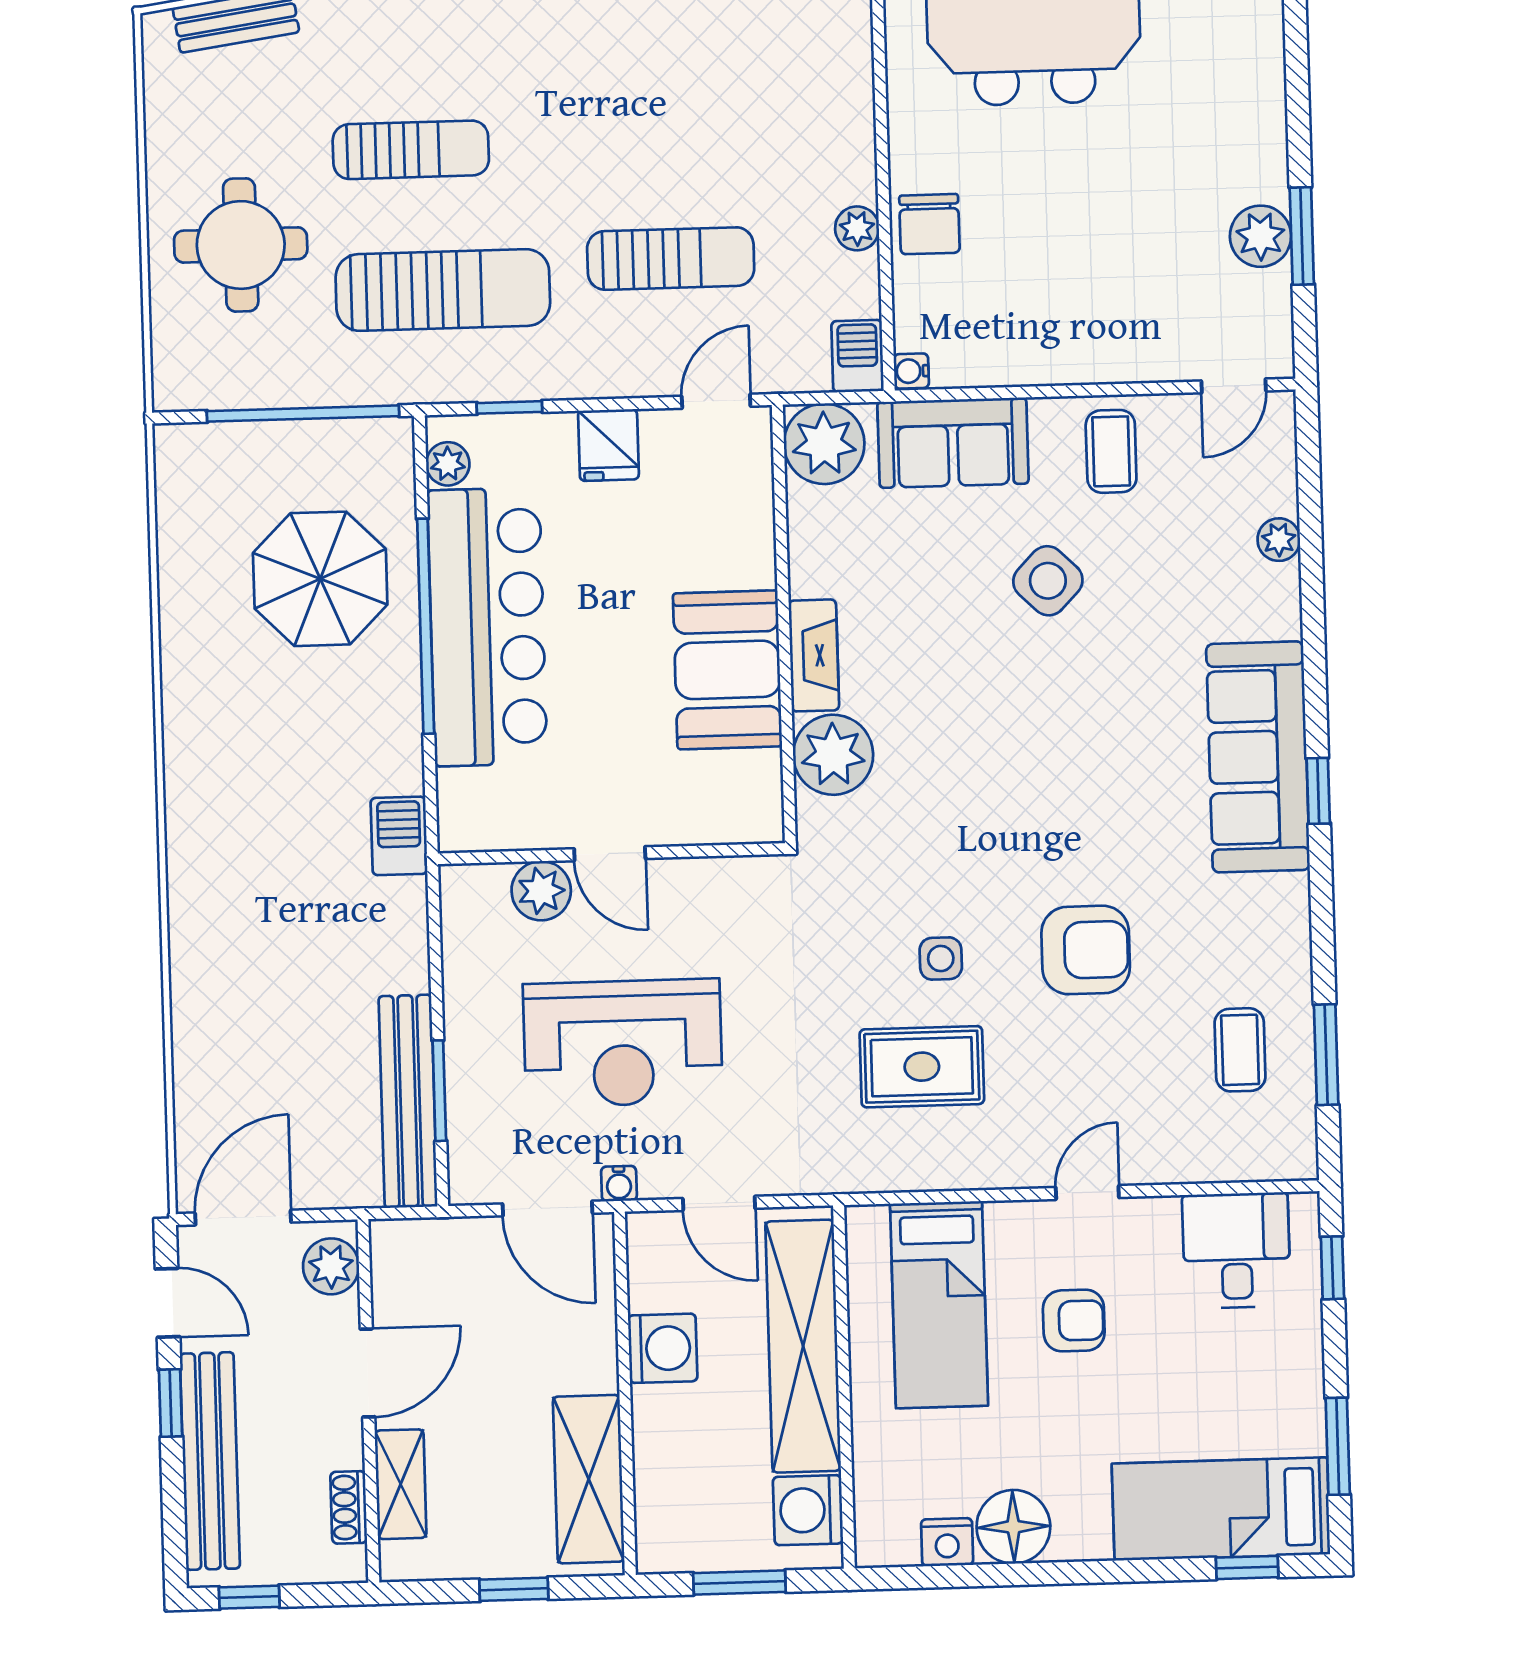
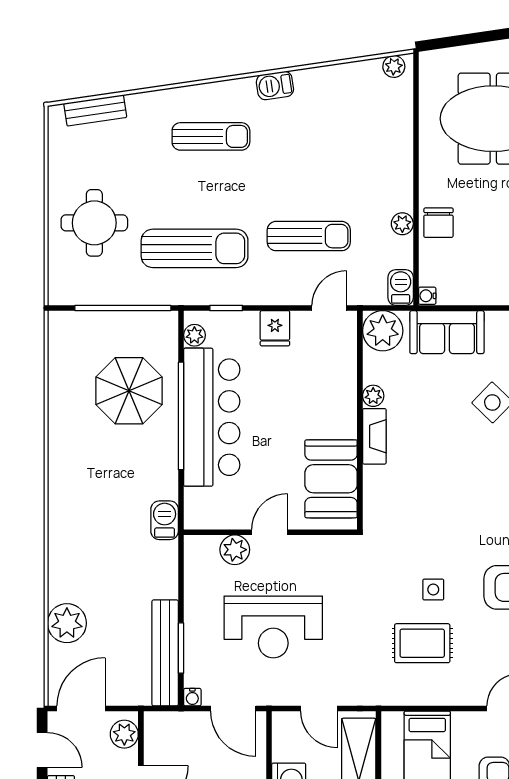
sun lounger: (411, 150) -> (211, 136), moved
booth: (727, 670) -> (331, 479), moved
plant: (833, 755) -> (373, 396), moved, width x0.53, depth x0.53
door: (610, 854) -> (270, 532), swing flipped
plant: (210, 1048) -> (67, 623), added
water cooler: (619, 1184) -> (192, 697), moved

